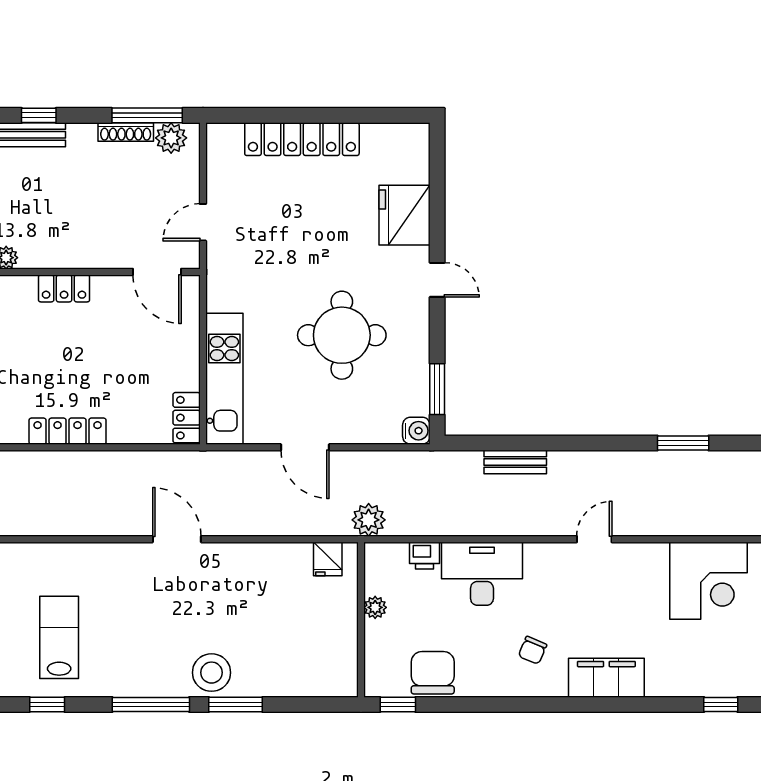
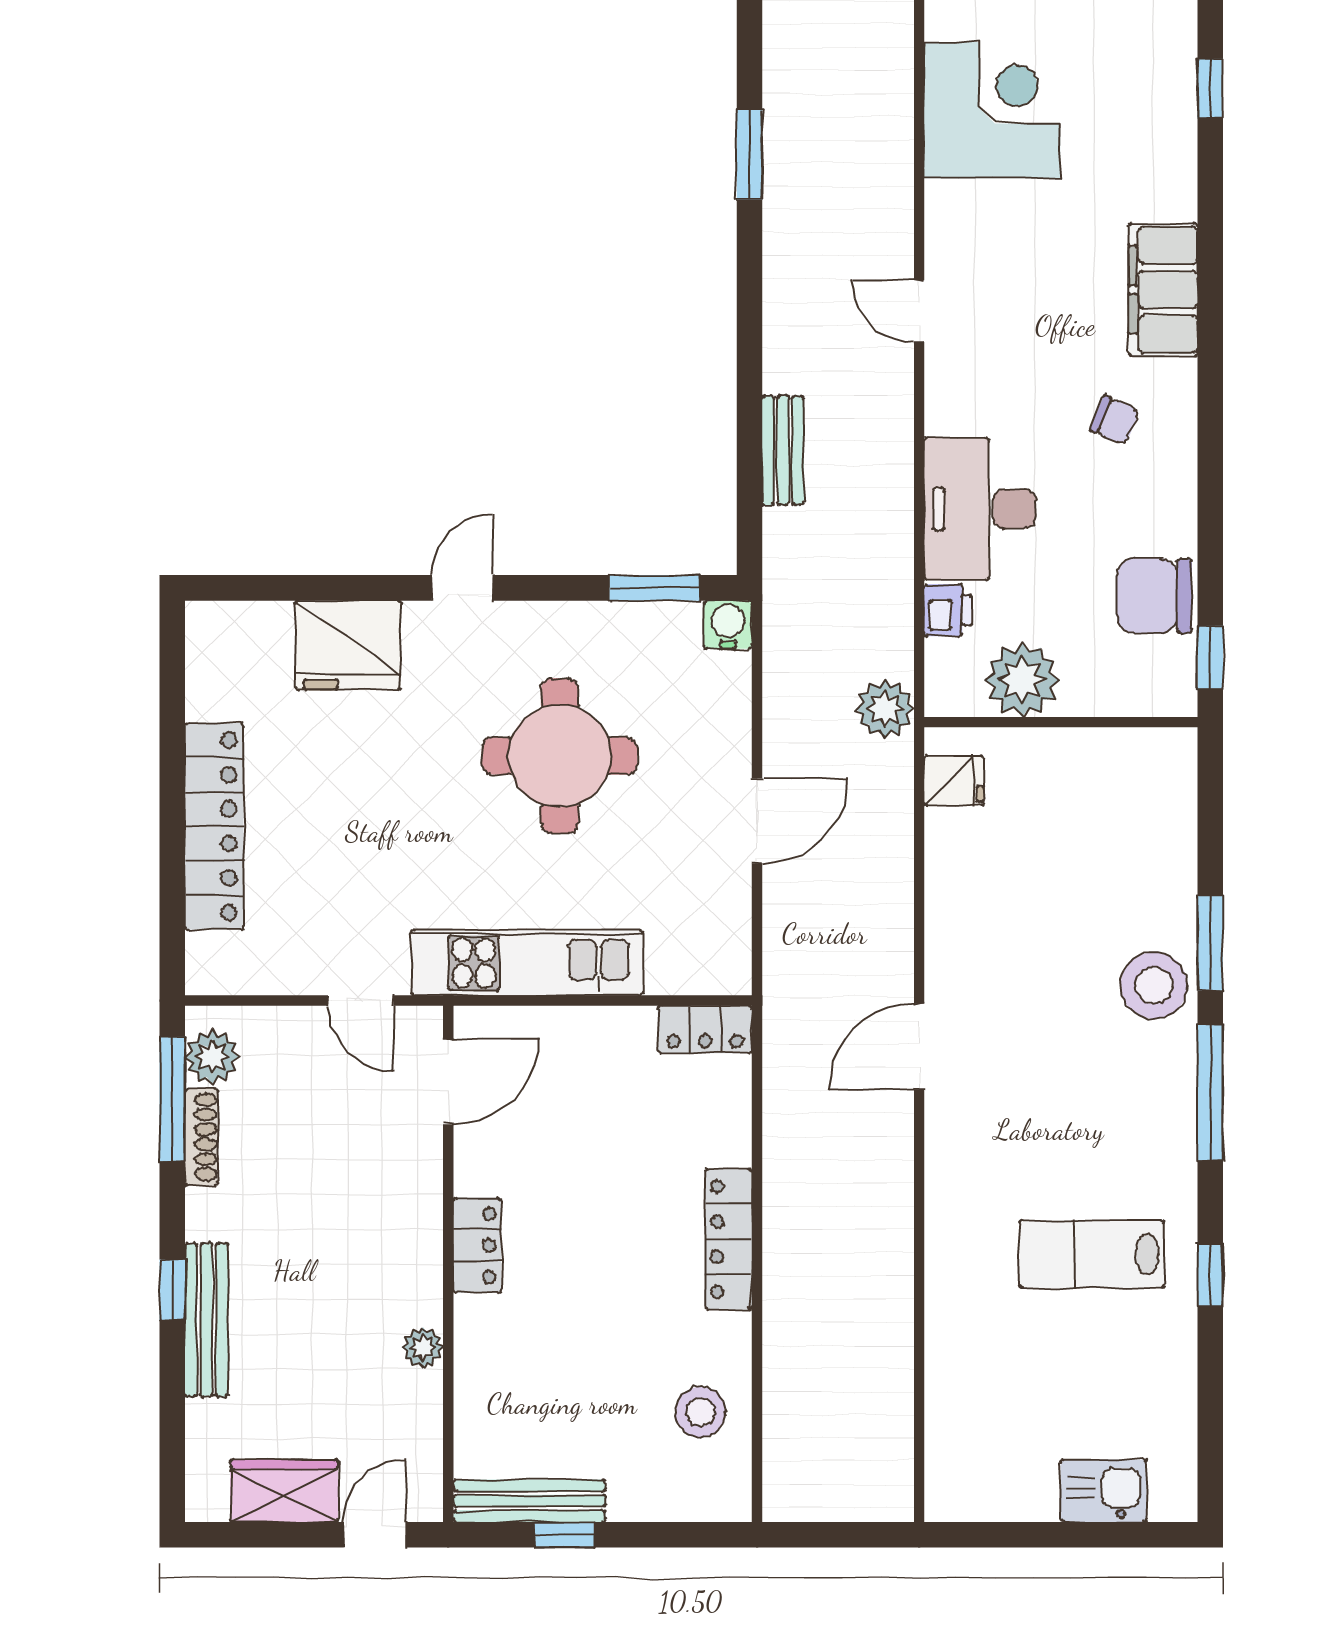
kitchen unit: (224, 379) -> (527, 963), moved
plant: (375, 607) -> (1022, 680), width x1.88, depth x1.88

